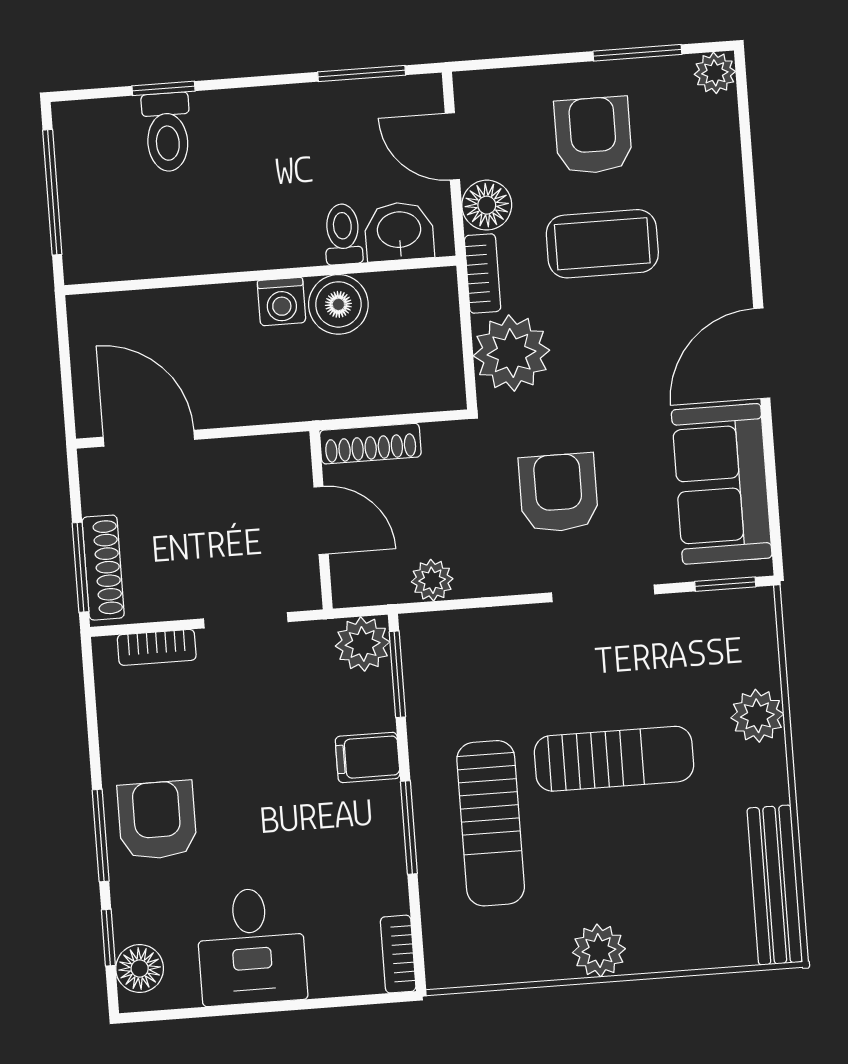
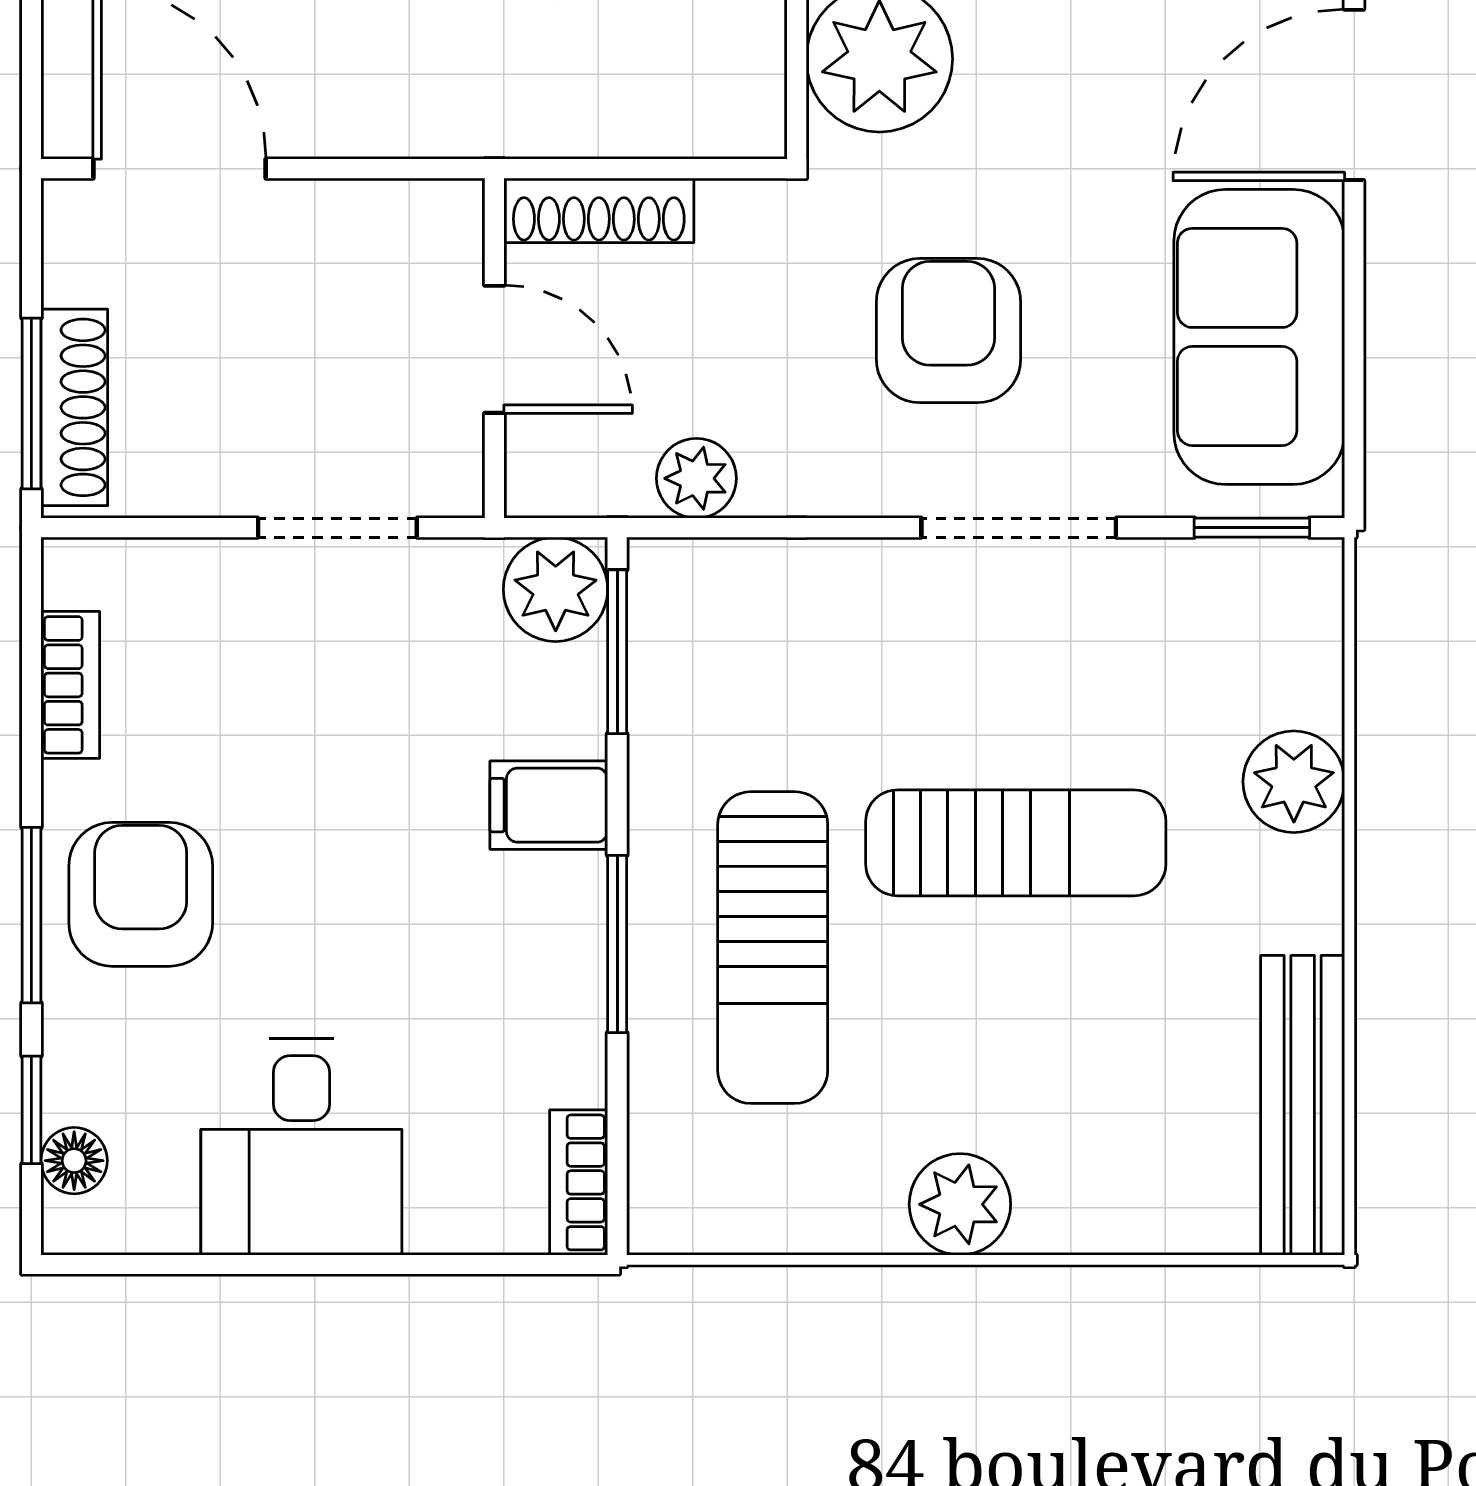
bookcase: (157, 647) -> (70, 685), moved, turned -90
floor lamp: (140, 969) -> (74, 1161), width x0.73, depth x0.73

